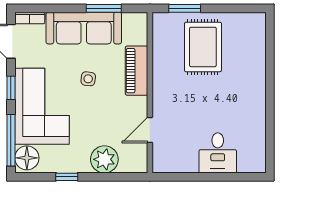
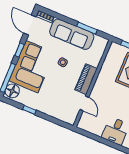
piano: (137, 71) -> (86, 79), moved
door: (150, 130) -> (84, 103), swing flipped
plant: (104, 159) -> (53, 109), removed

